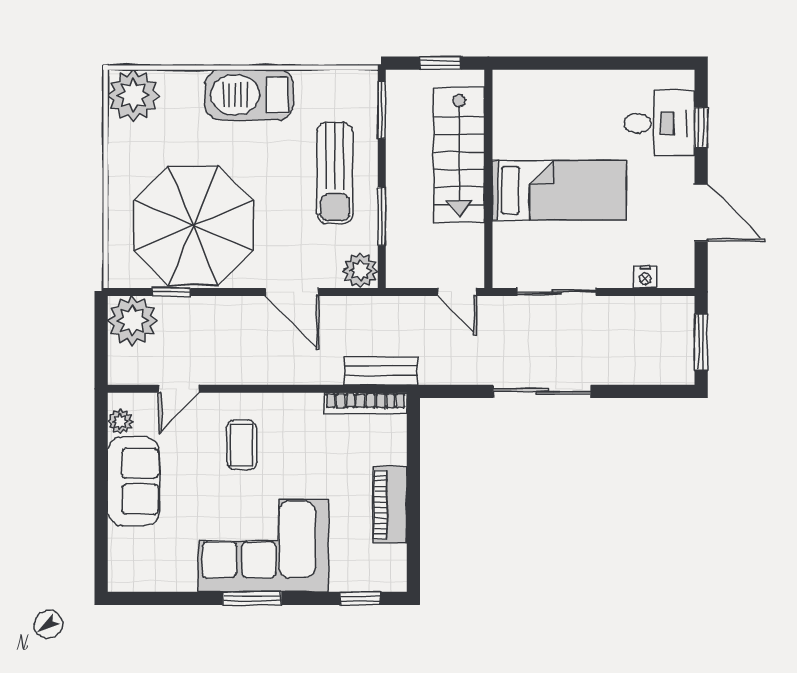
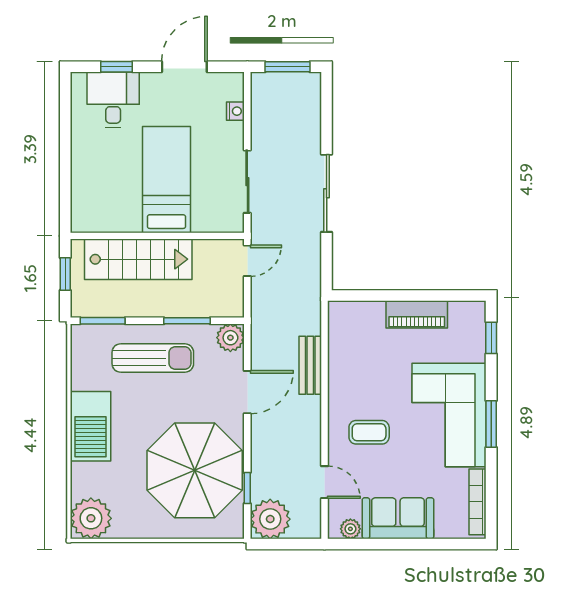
bench: (381, 371) -> (310, 365), moved
bookcase: (366, 403) -> (478, 502), moved, turned 180

